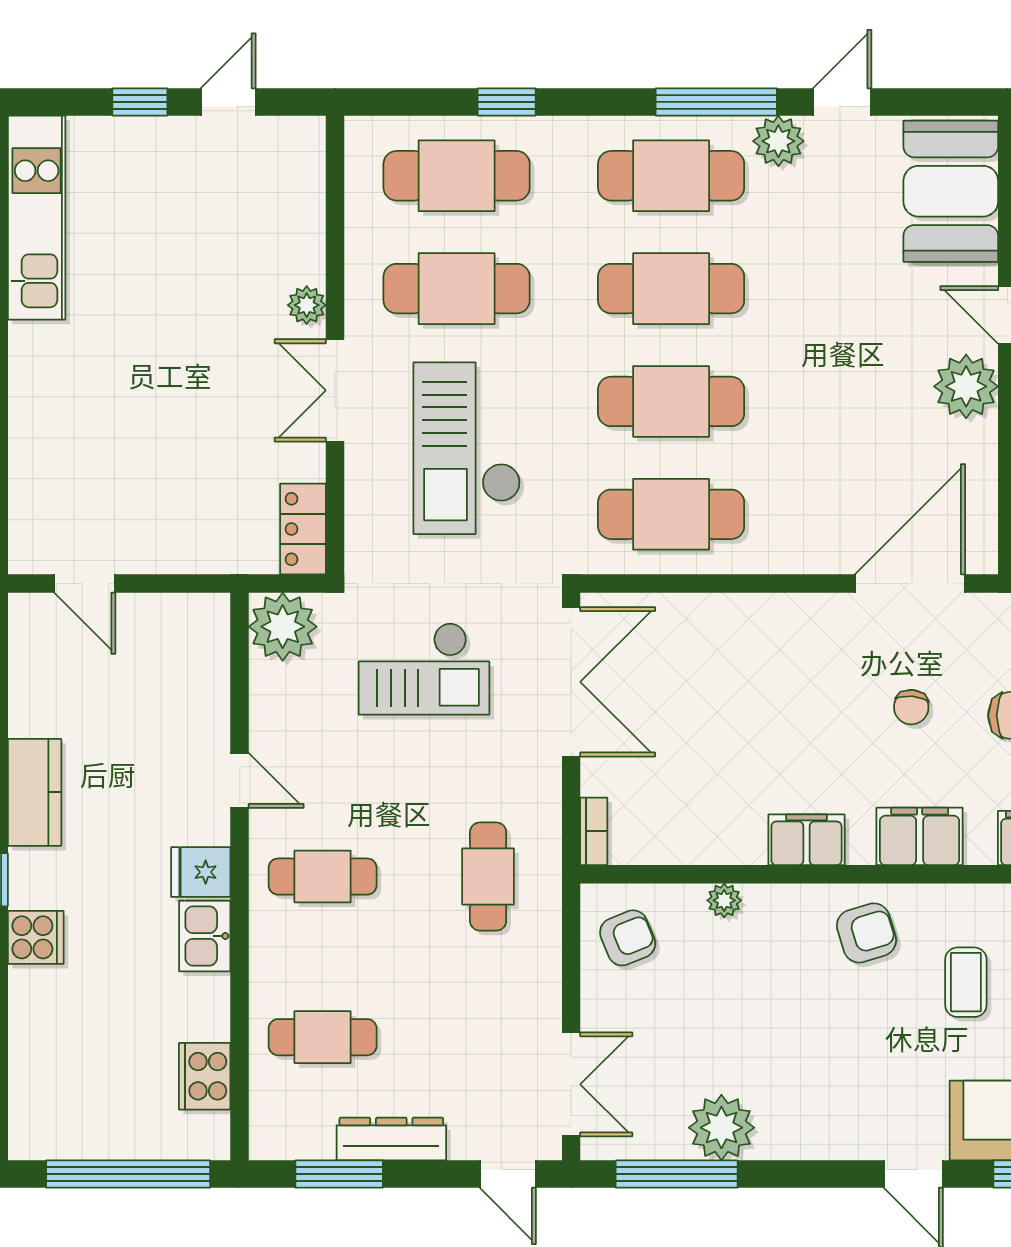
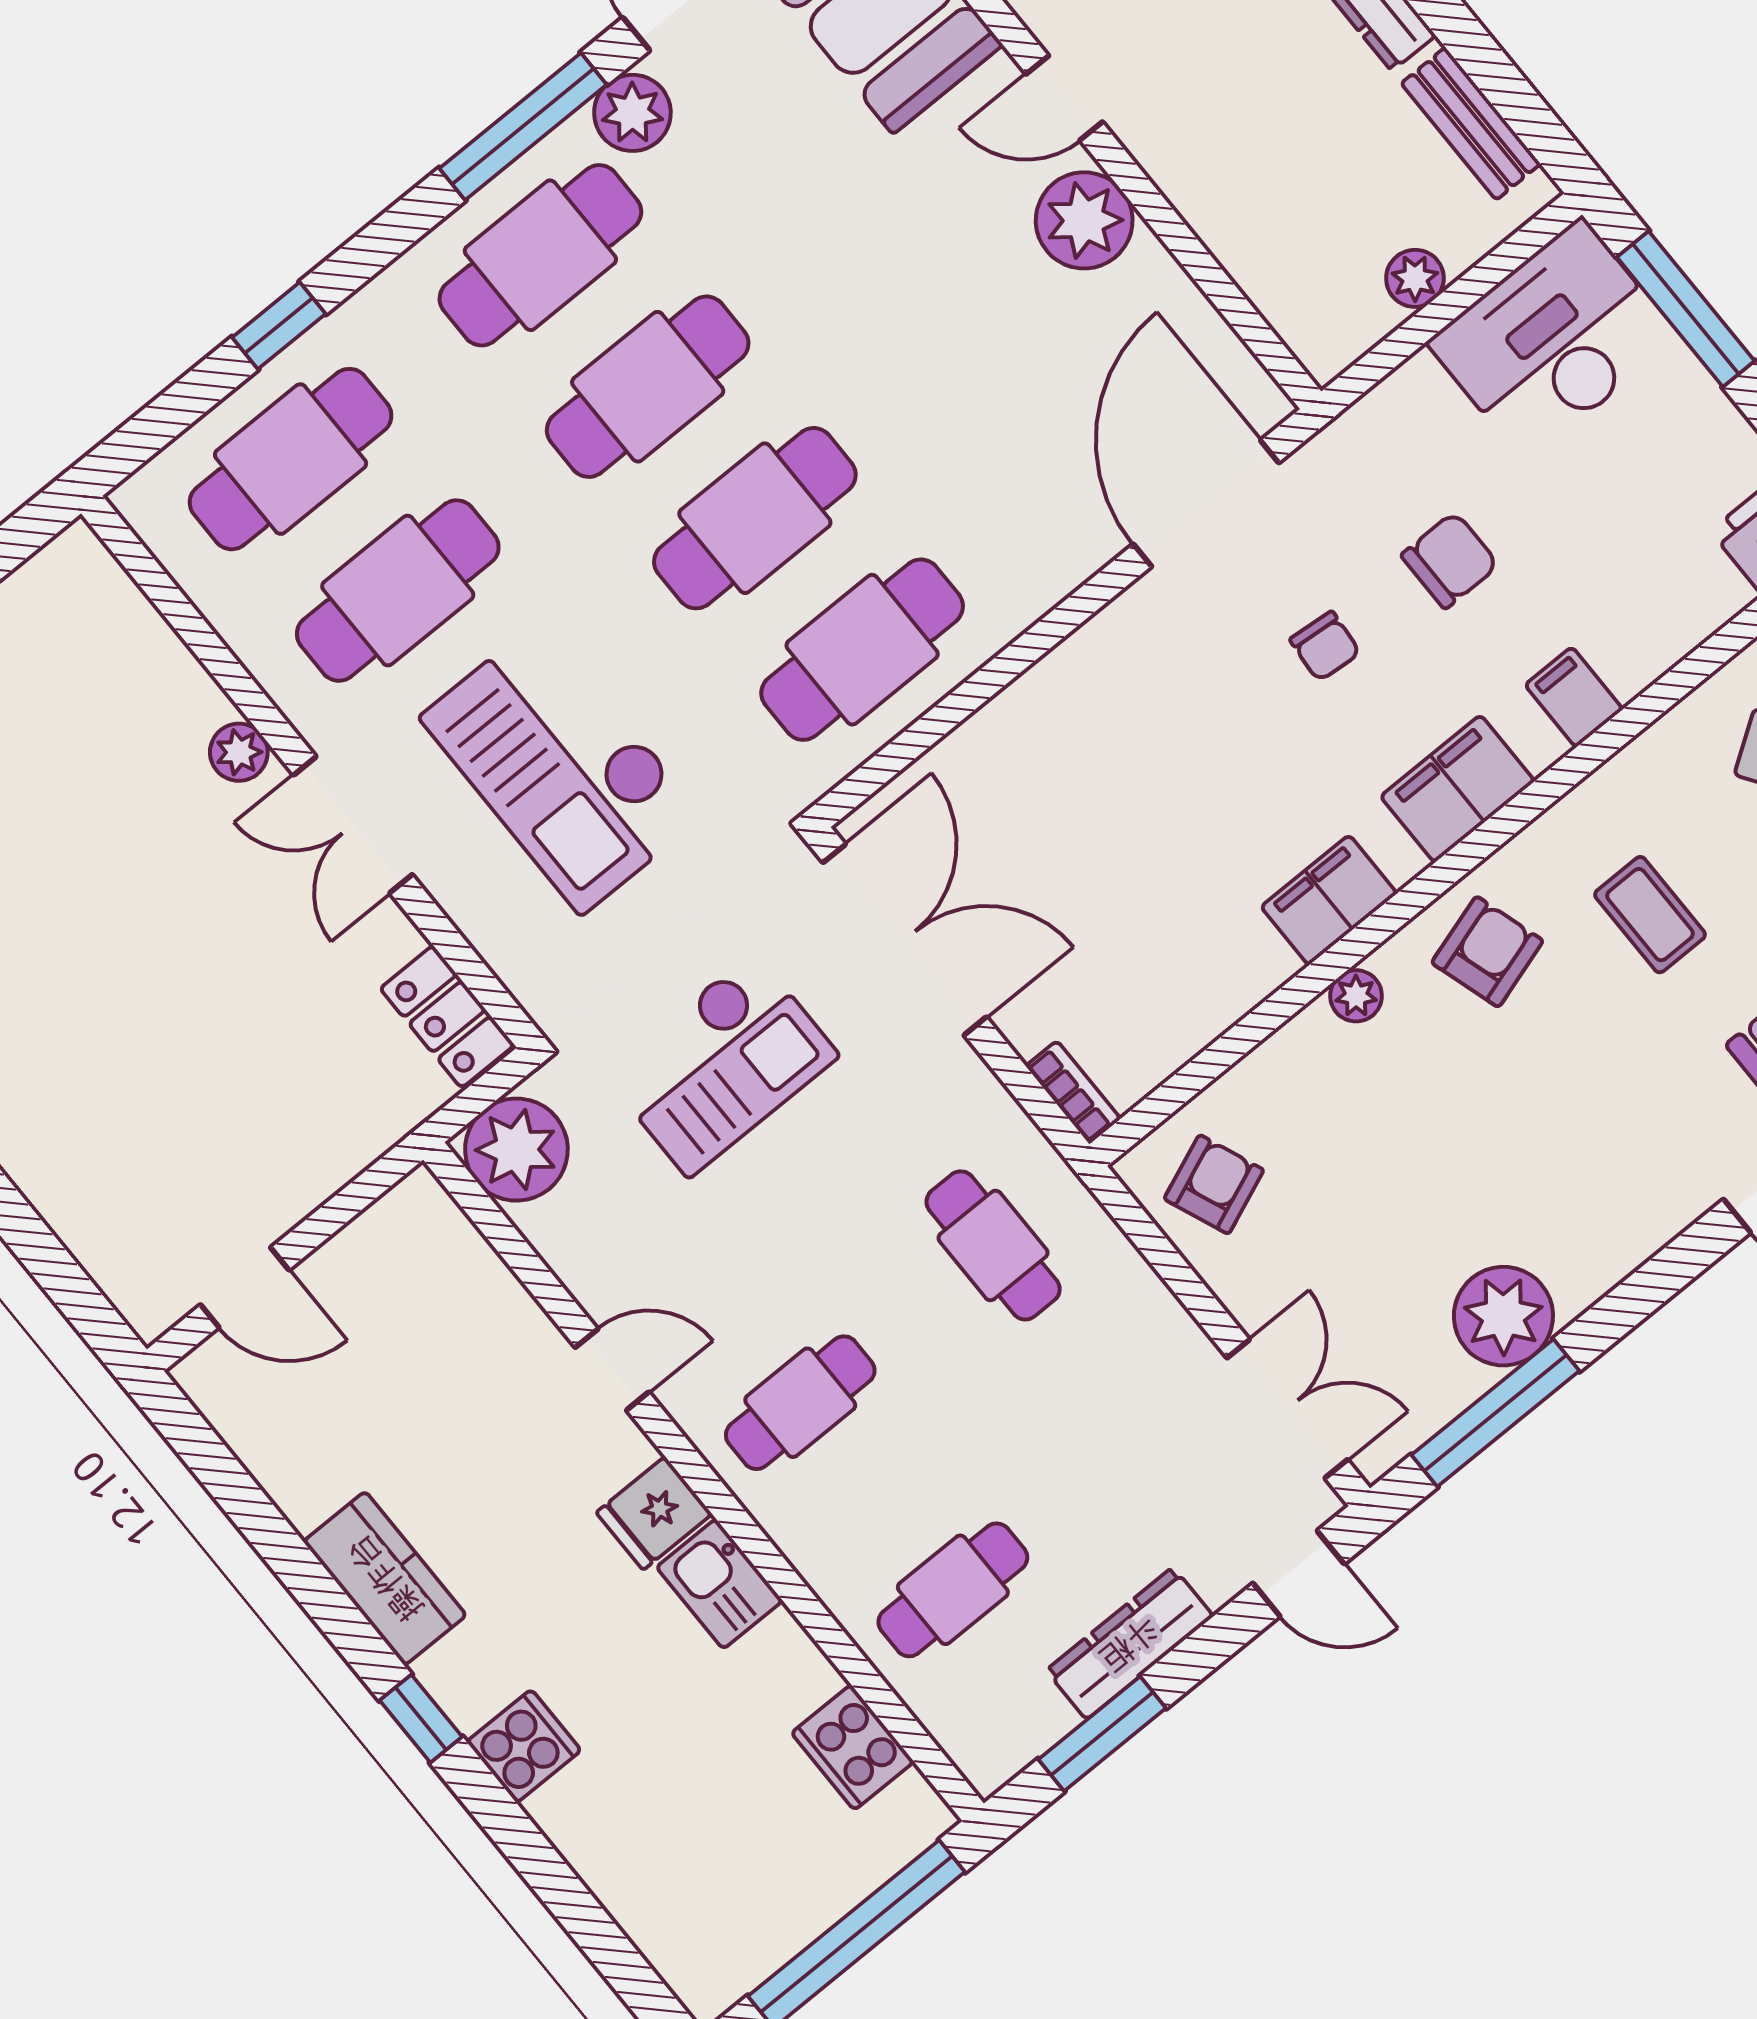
plant: (724, 900) -> (1356, 996), moved

